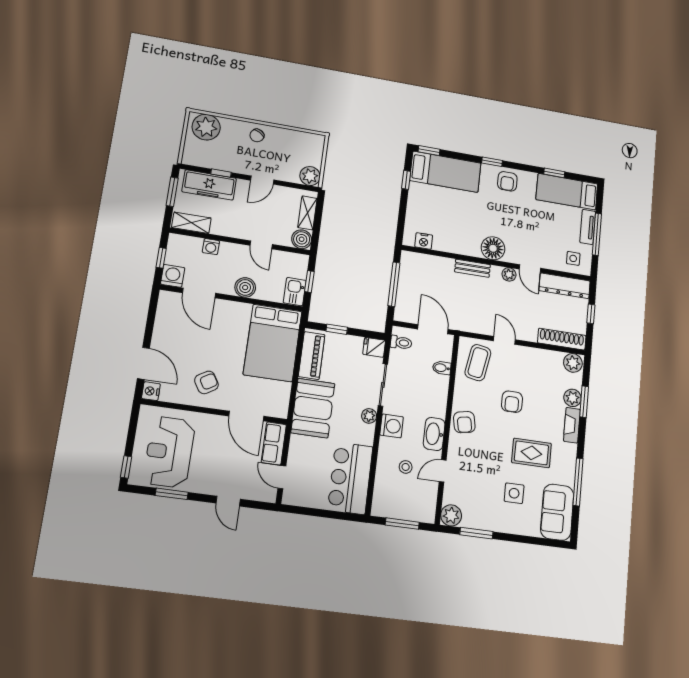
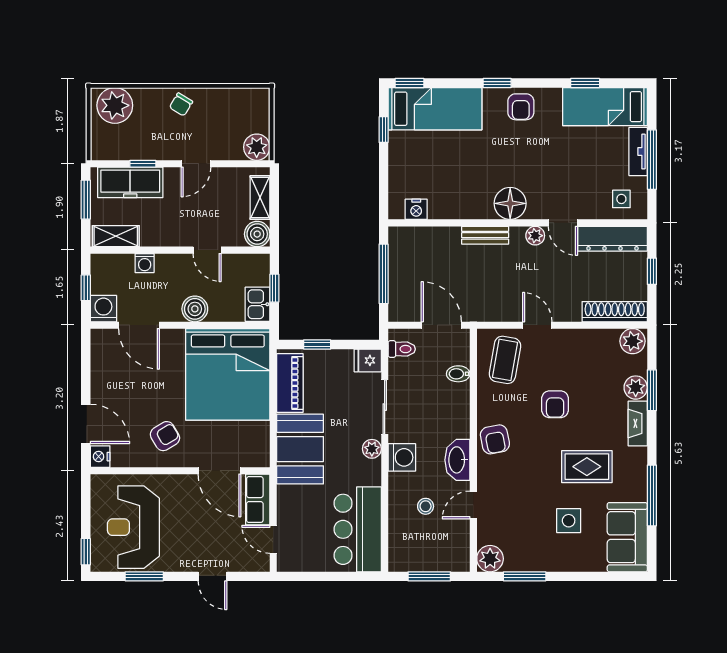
bed: (273, 343) -> (228, 374), width x1.36

